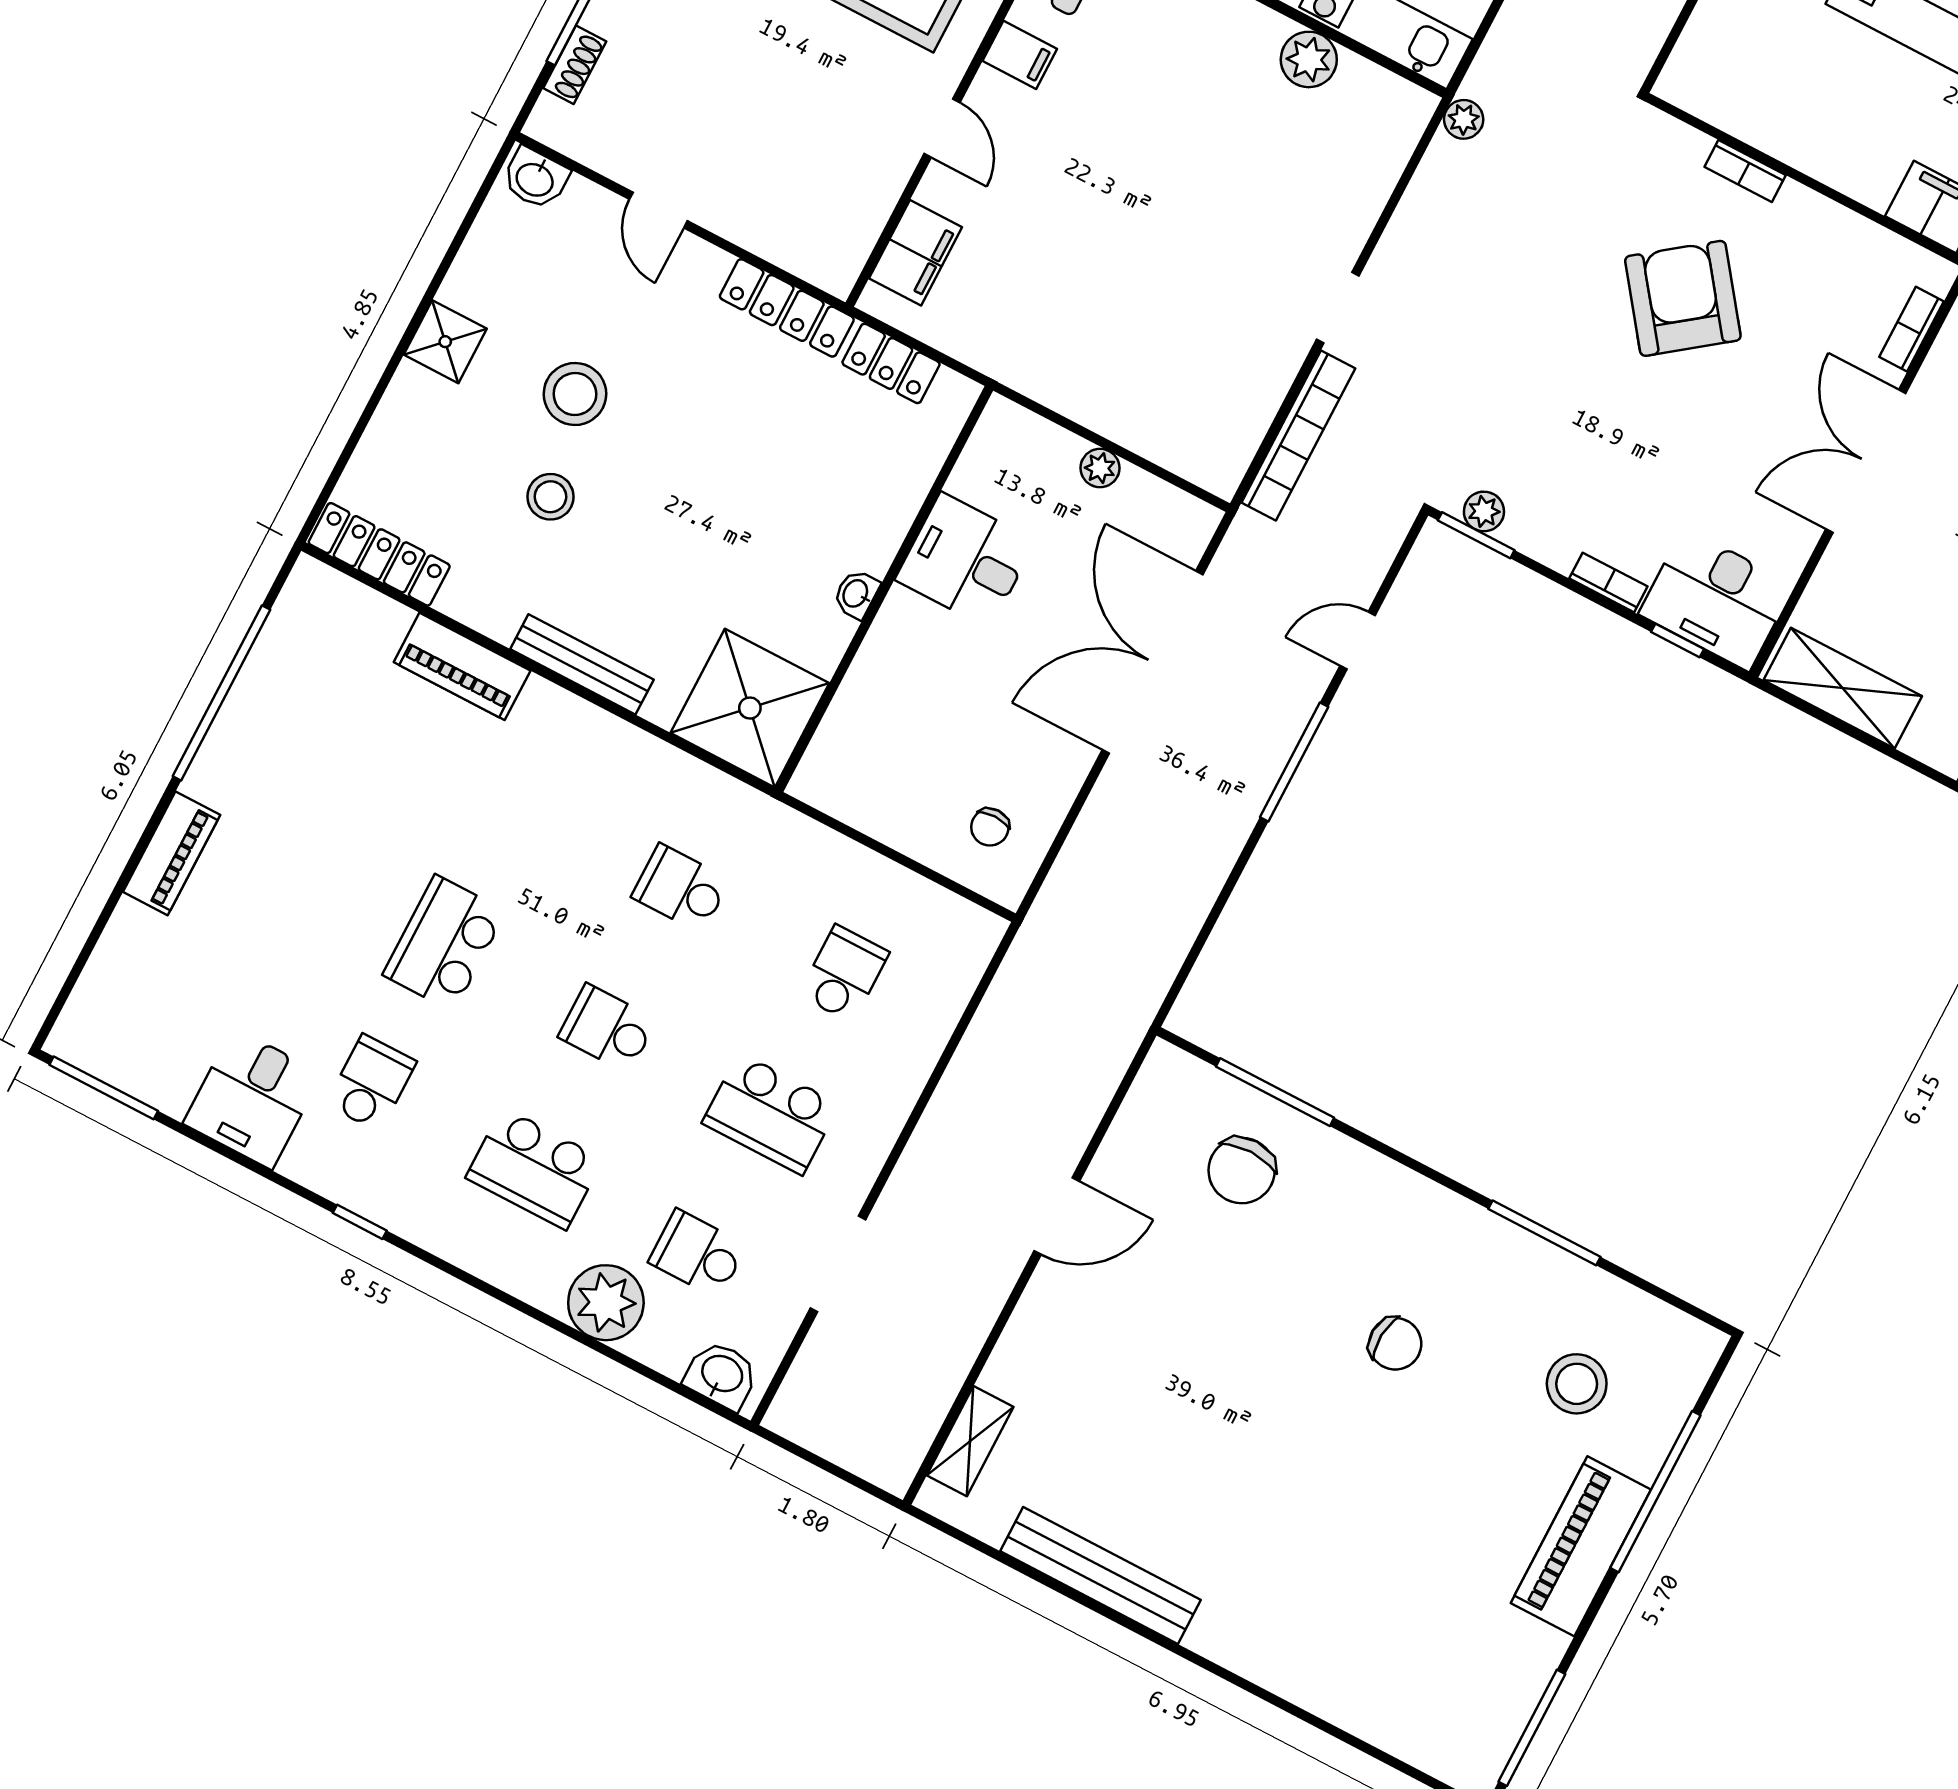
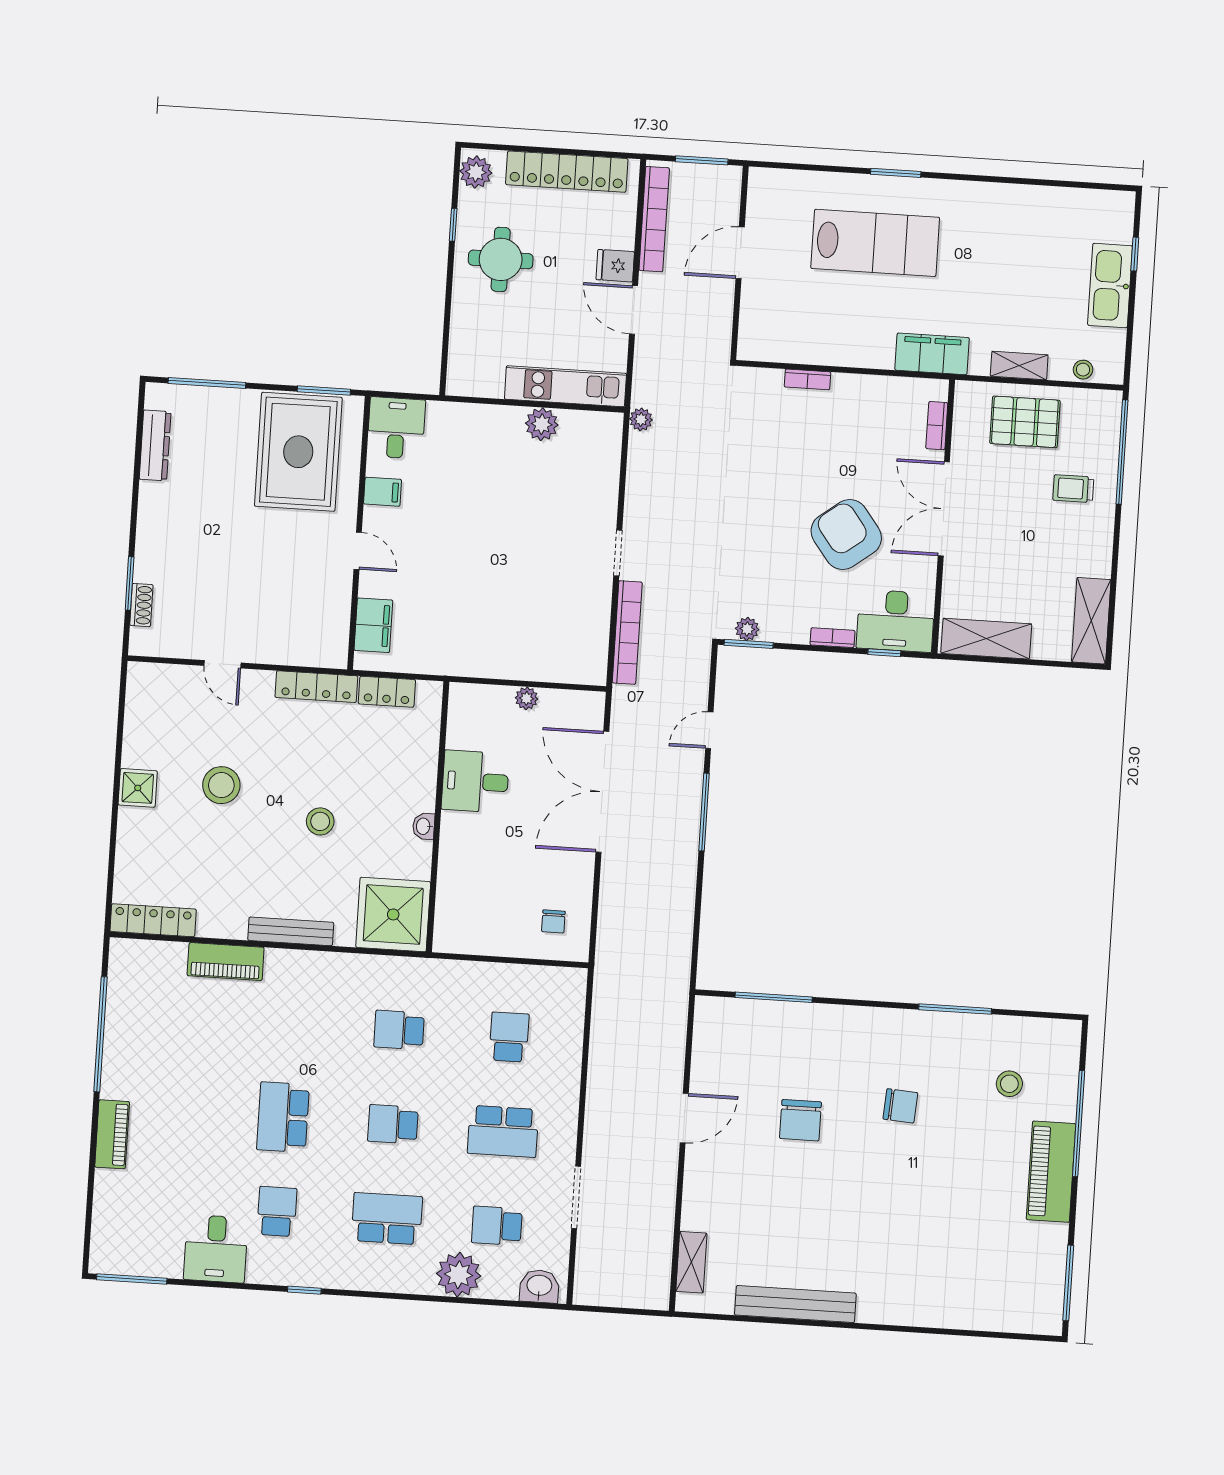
washbasin: (535, 179) -> (147, 677), removed
armchair: (1683, 298) -> (846, 534), moved
stool: (550, 497) -> (320, 821), moved
school desk: (534, 1168) -> (387, 1219), turned 180
chair: (1242, 1170) -> (800, 1120), moved
stool: (1577, 1384) -> (1009, 1084), width x0.73, depth x0.73

